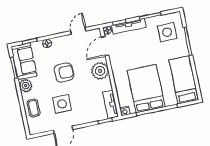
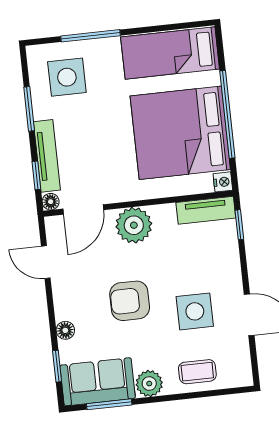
door: (105, 46) -> (83, 209), hinge flipped
armchair: (64, 72) -> (130, 301), turned -90
bed: (146, 89) -> (180, 133), width x1.36

